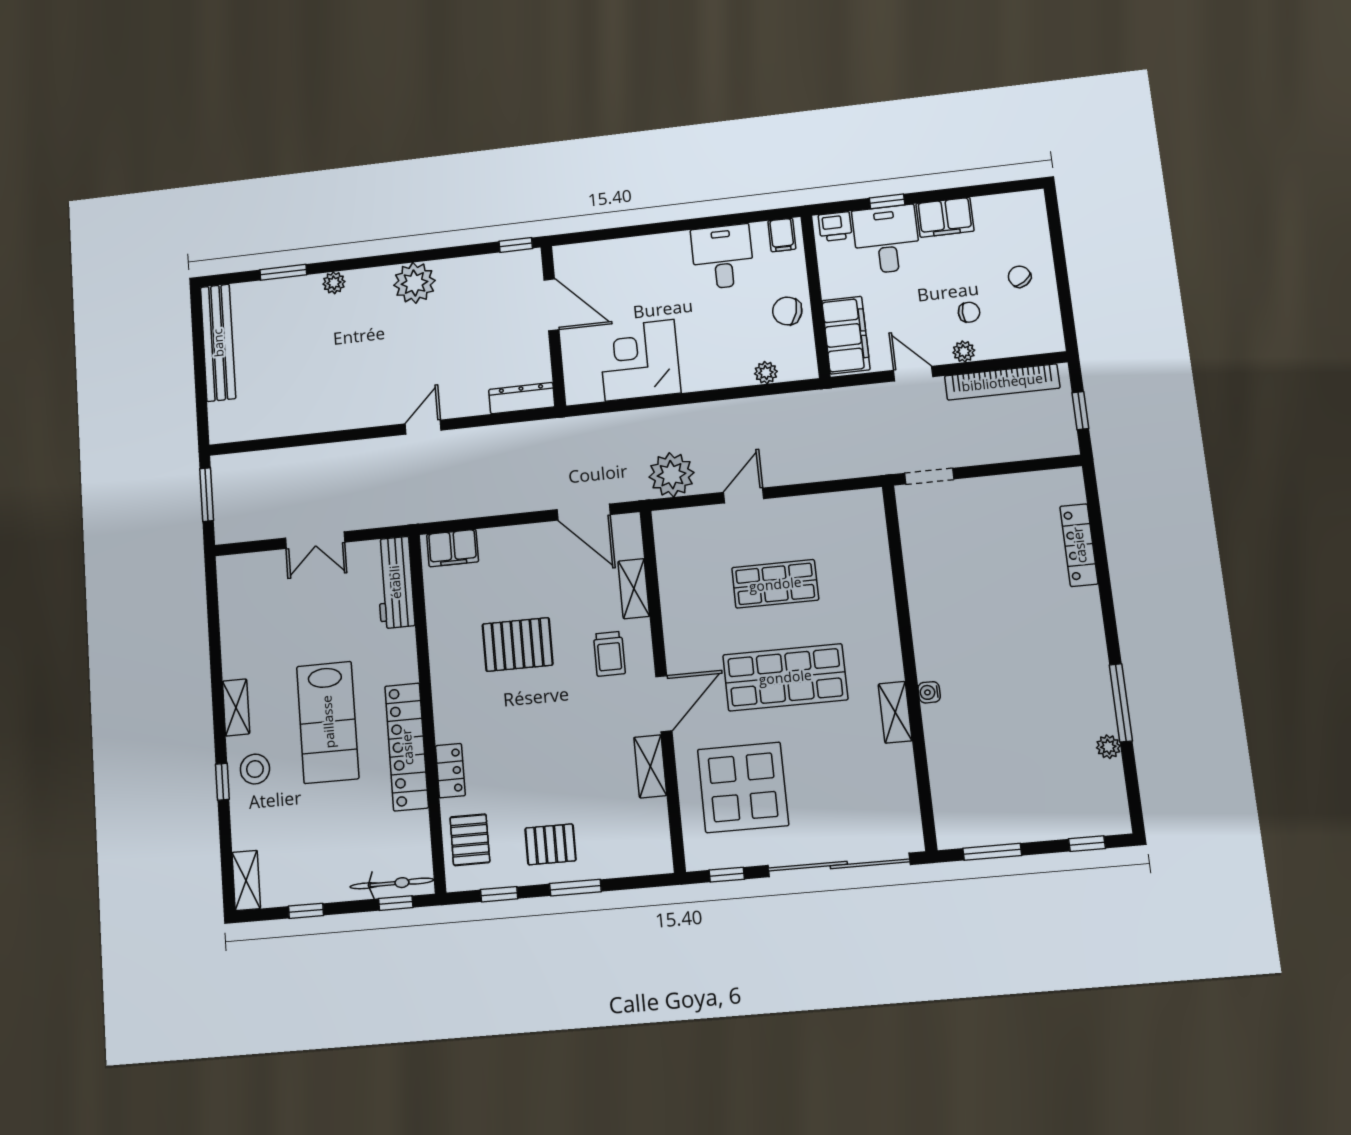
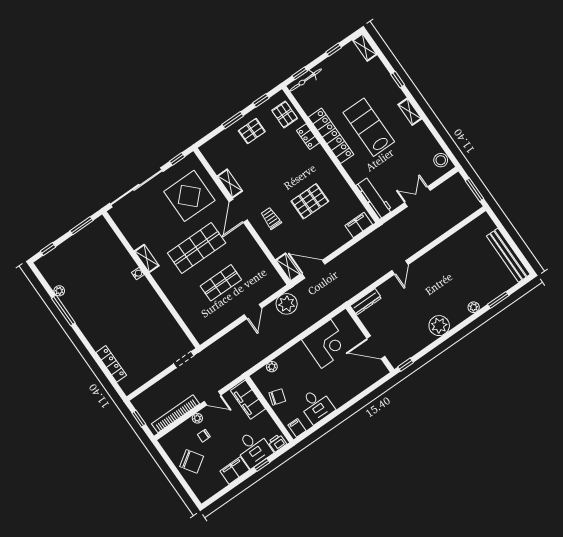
chair: (1020, 277) -> (192, 461), width x1.87, depth x1.87
shelving: (634, 589) -> (288, 267), moved
stool: (255, 769) -> (441, 160), moved

